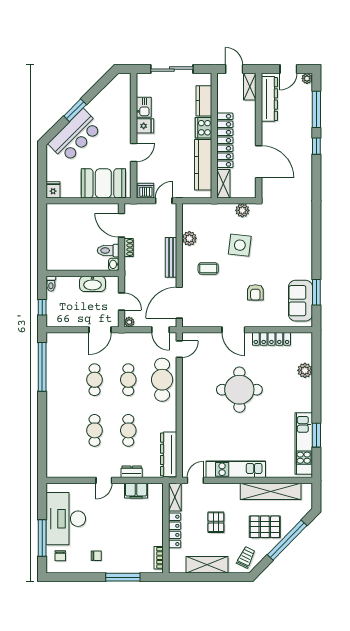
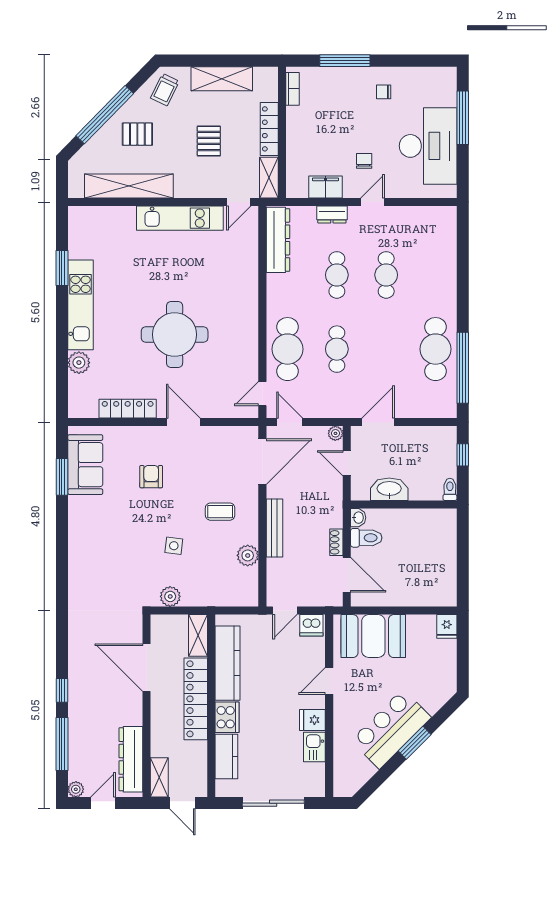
bar counter: (75, 136) -> (391, 729), moved
side table: (240, 245) -> (174, 546), width x0.54, depth x0.54
cafe table: (95, 380) -> (436, 349), moved, width x1.37, depth x1.35
kitchen unit: (304, 443) -> (81, 305), moved
pallet: (265, 527) -> (137, 134), width x0.67, depth x0.71
chair: (60, 556) -> (364, 161), moved

